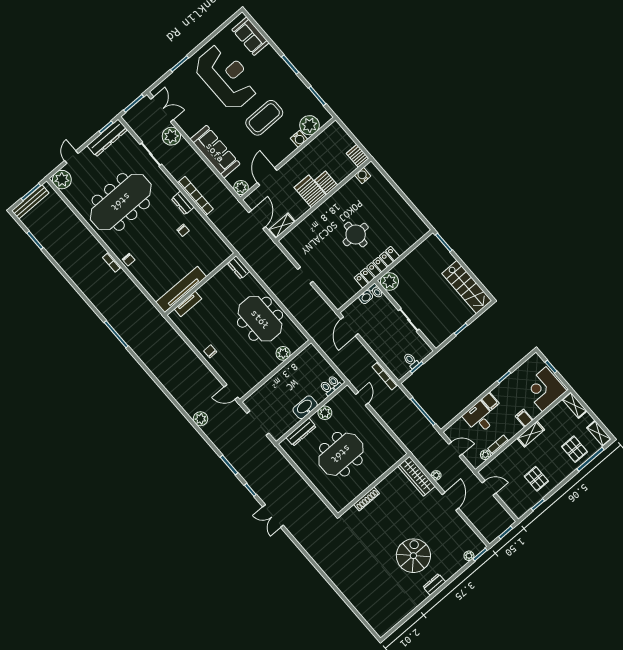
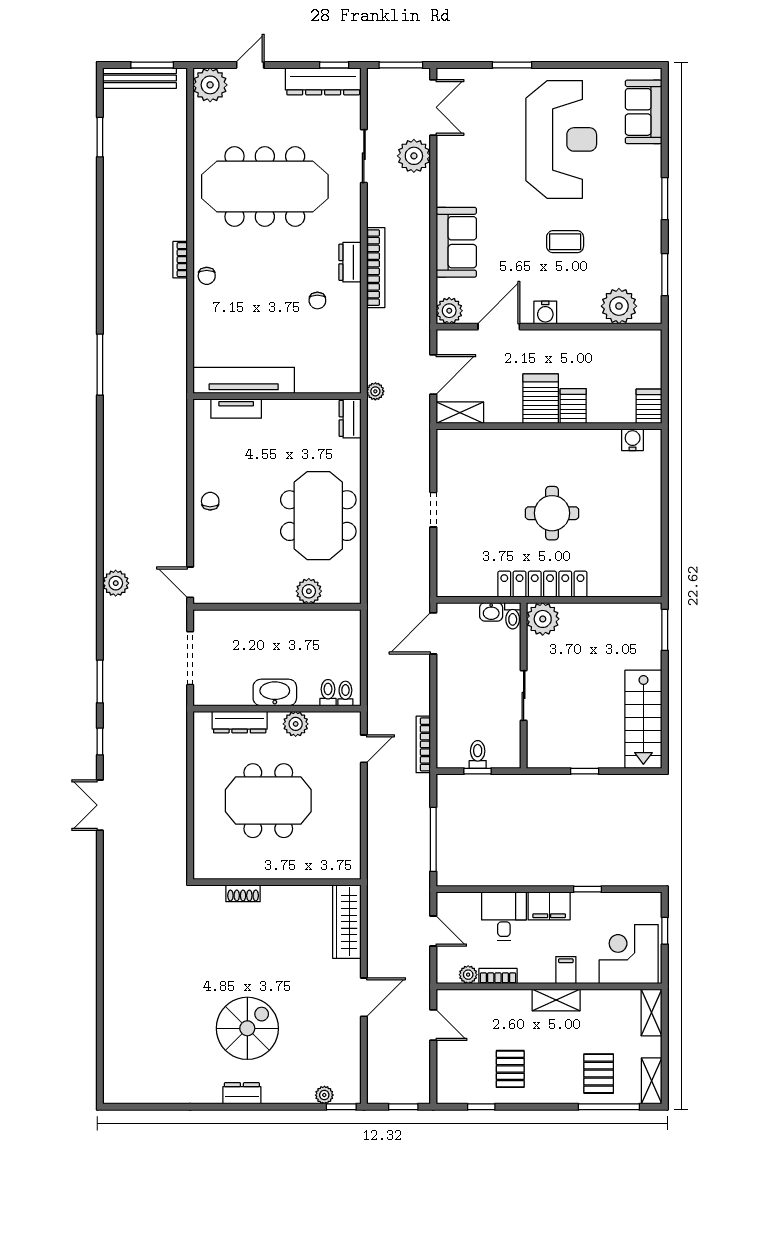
coffee table: (264, 118) -> (565, 242), width x0.54, depth x0.58
water cooler: (299, 139) -> (545, 312), moved
sofa: (215, 152) -> (456, 242), width x0.73
filing cabinet: (490, 401) -> (549, 906), width x2.00
plant: (436, 475) -> (375, 391), moved
shoe rack: (367, 499) -> (243, 893), width x0.70

